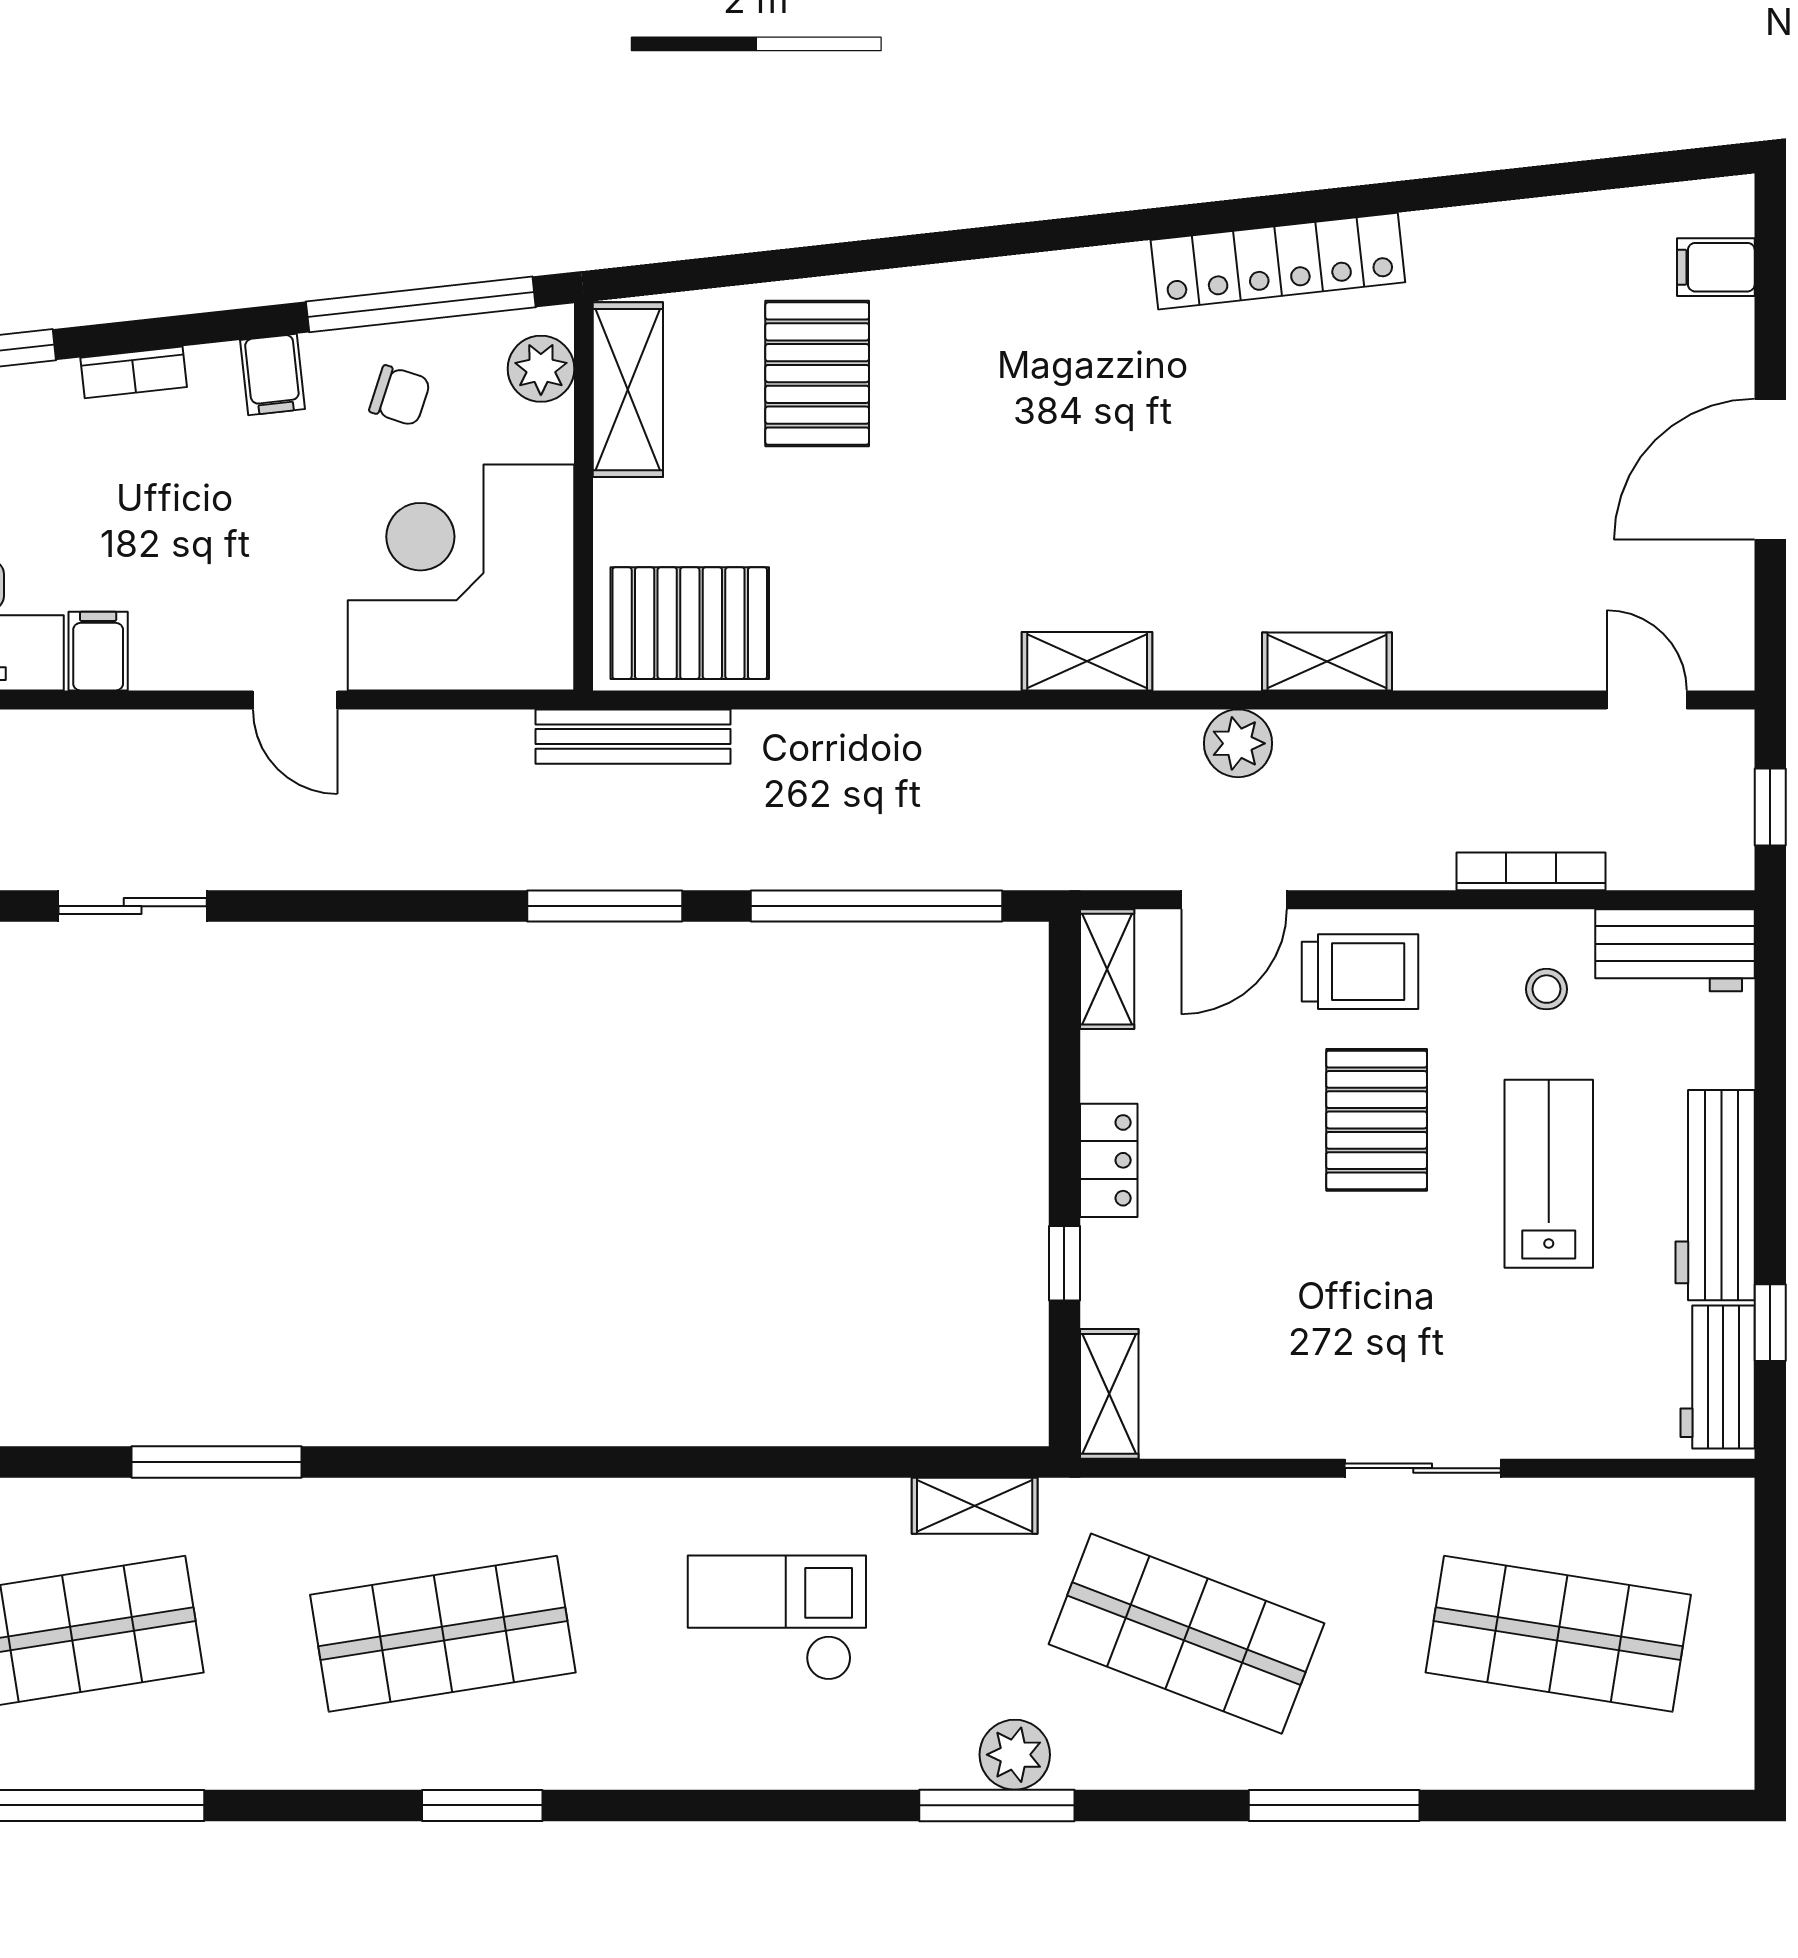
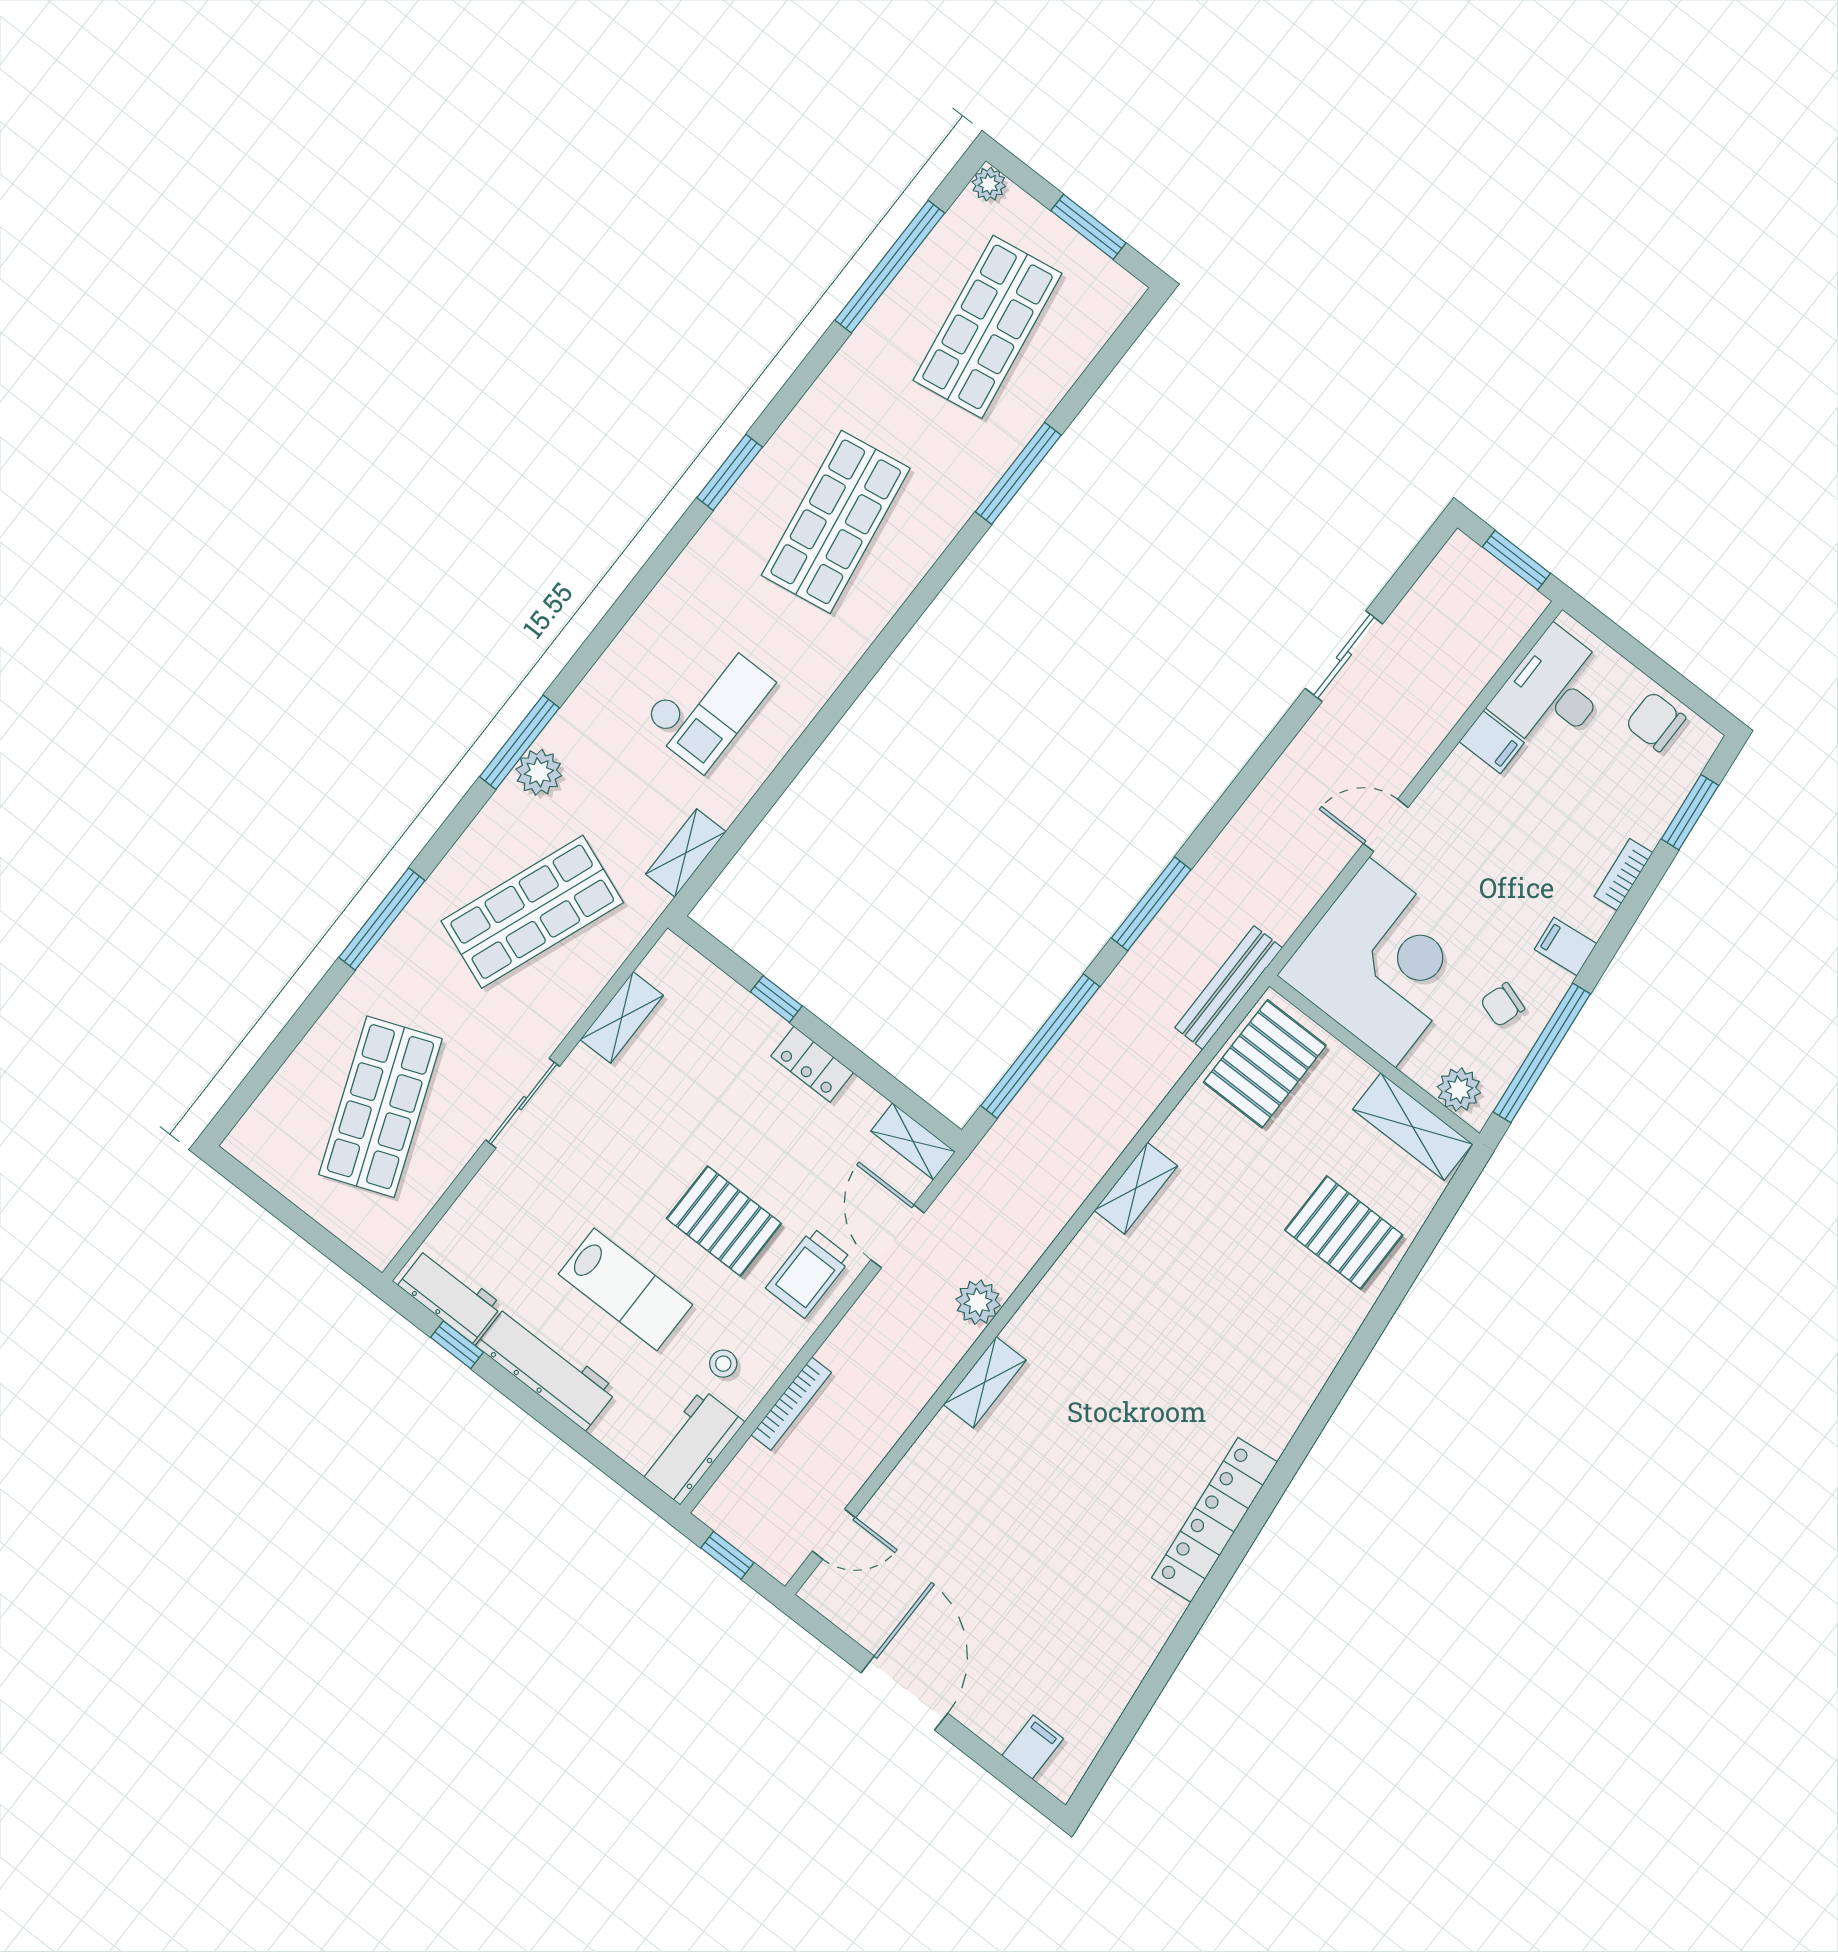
shelving: (1087, 661) -> (1136, 1188), moved
shelving: (1109, 1394) -> (622, 1017), moved, turned 90
shop shelf: (1558, 1634) -> (380, 1107), turned -30

